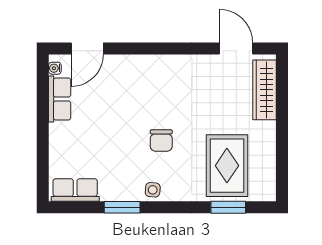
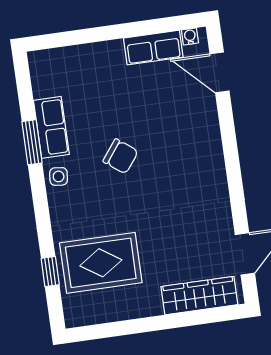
chair: (161, 141) -> (121, 156), moved, turned -143
row of seats: (75, 190) -> (51, 127), moved
window: (228, 207) -> (50, 272), width x0.67

